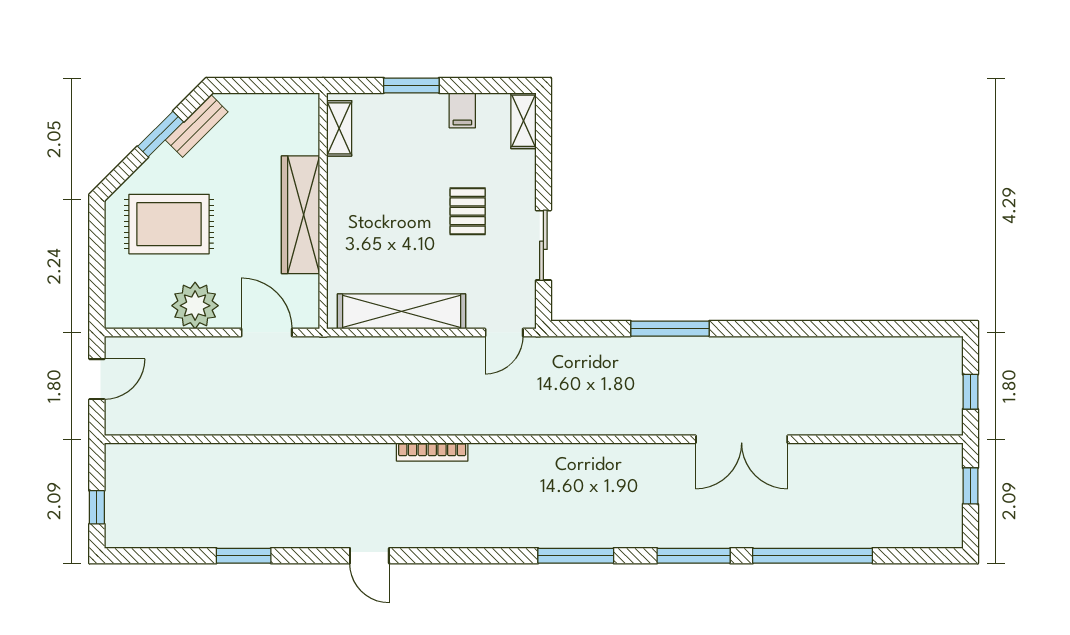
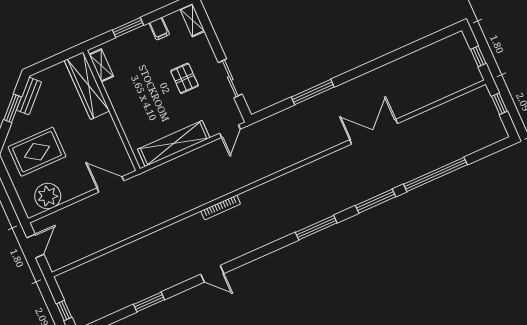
wardrobe: (300, 215) -> (87, 86), moved
plant: (195, 306) -> (48, 196), moved
double door: (742, 439) -> (374, 132), swing flipped

